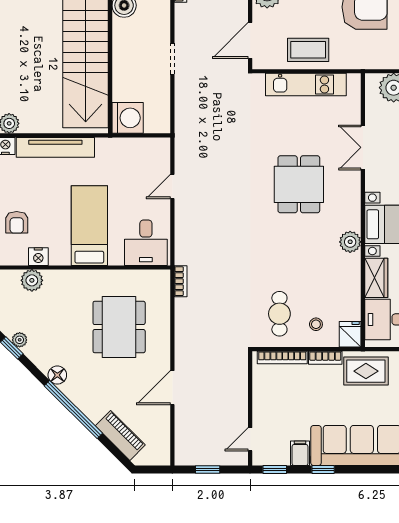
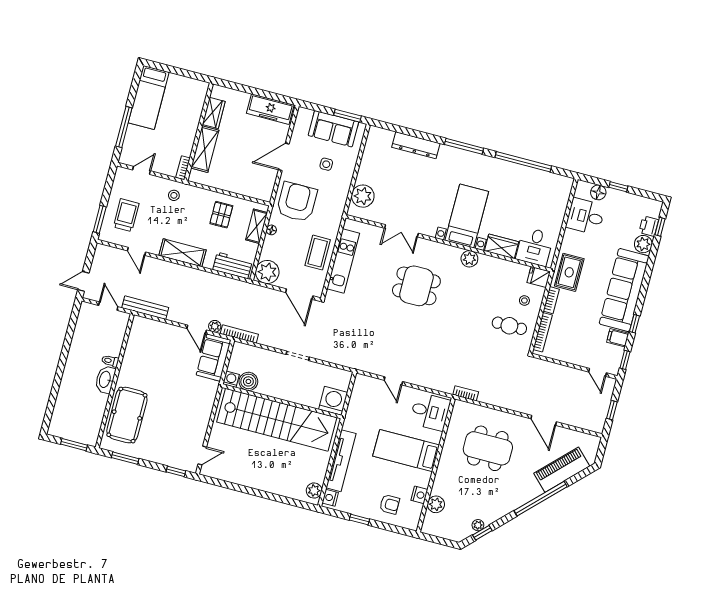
floor lamp: (57, 375) -> (512, 504), removed
piano: (120, 435) -> (562, 470), width x1.37, depth x1.33

